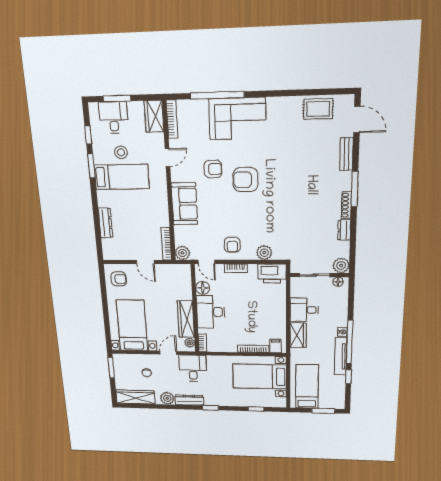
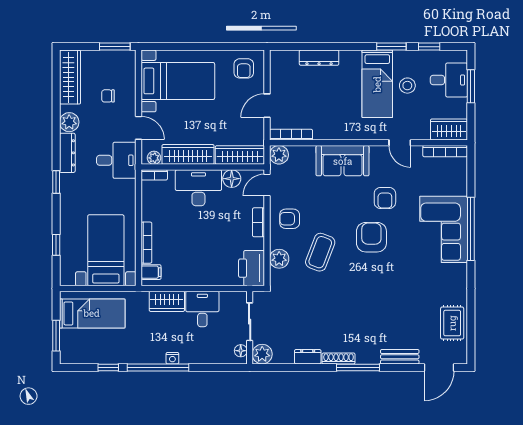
window: (217, 95) -> (471, 229), moved
coffee table: (258, 221) -> (320, 252), added
wardrobe: (184, 282) -> (240, 155), added
tv unit: (341, 356) -> (138, 357), removed

